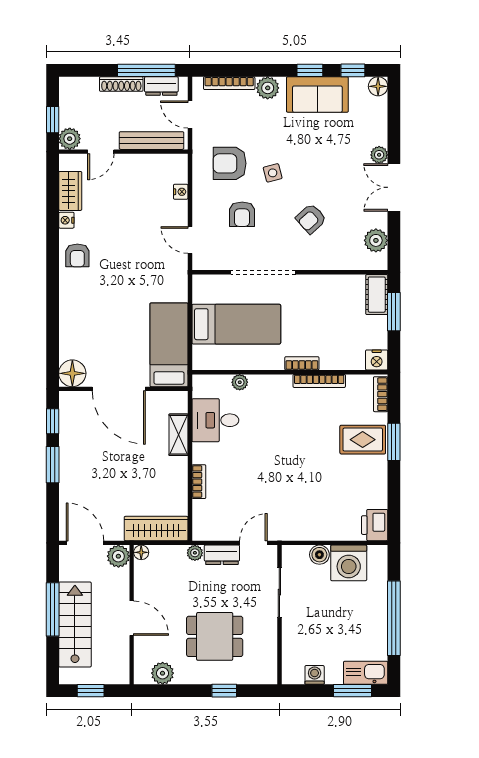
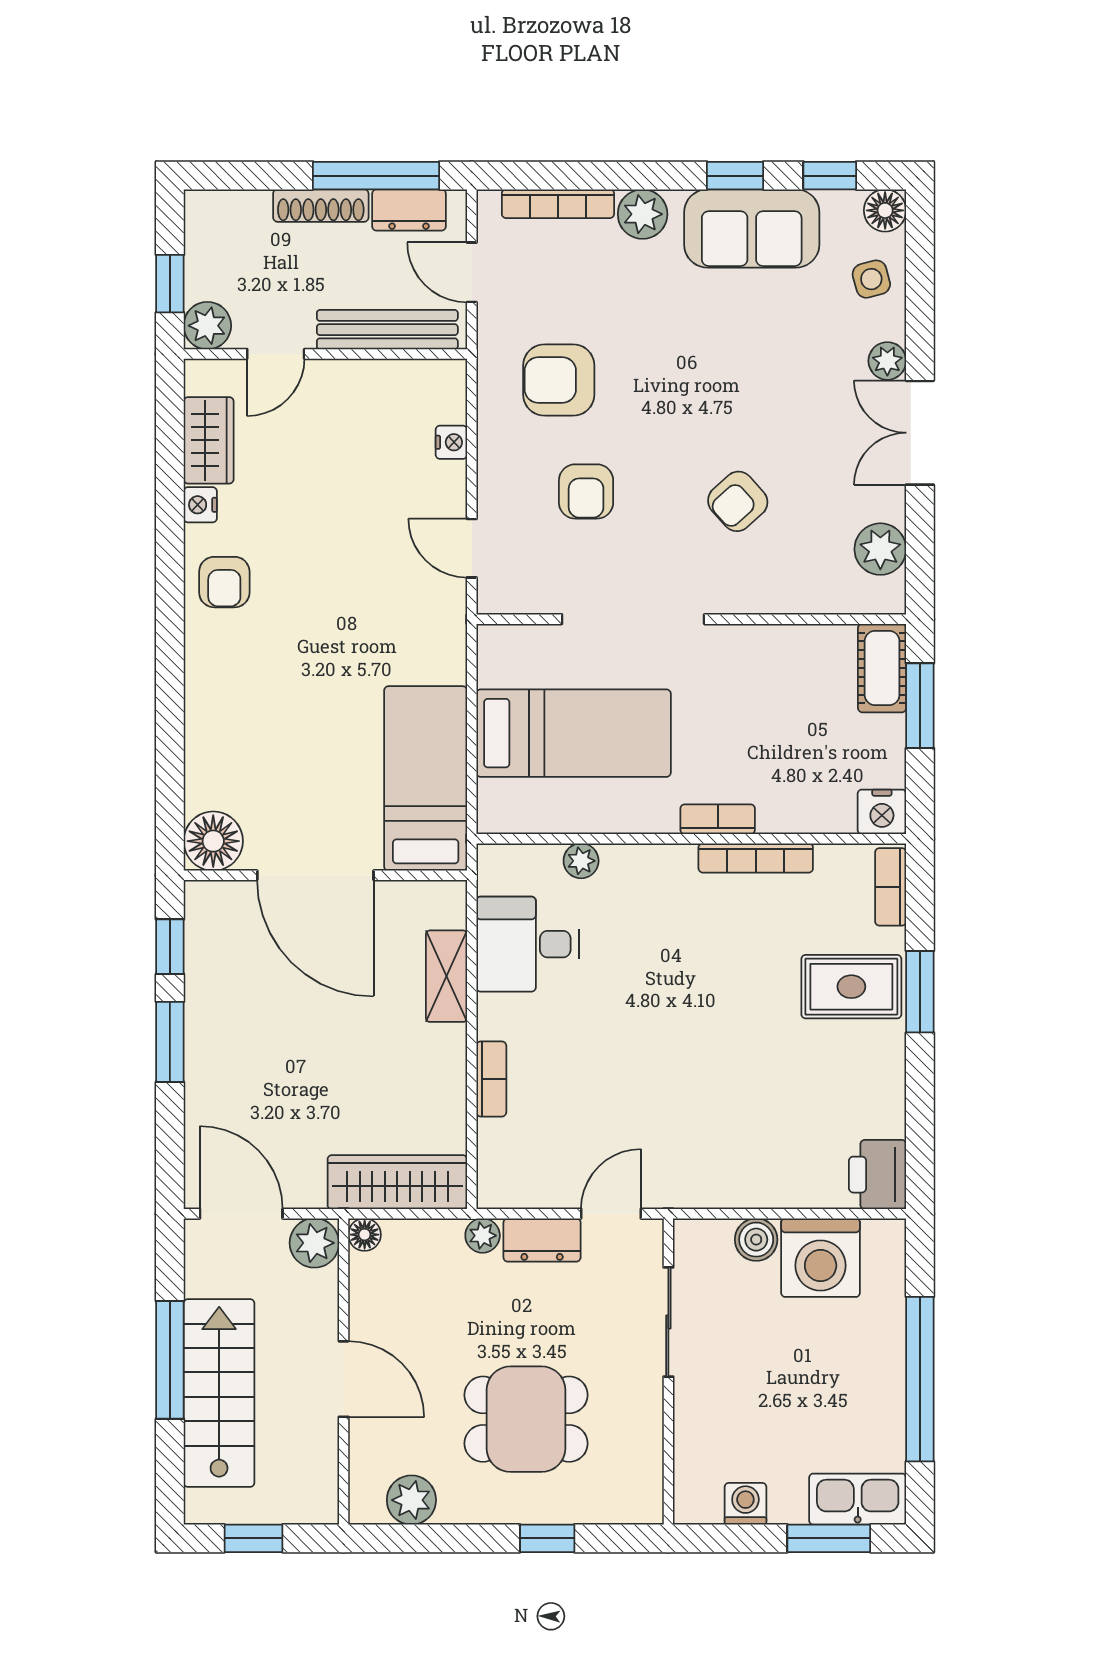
side table: (273, 173) -> (871, 279), moved

